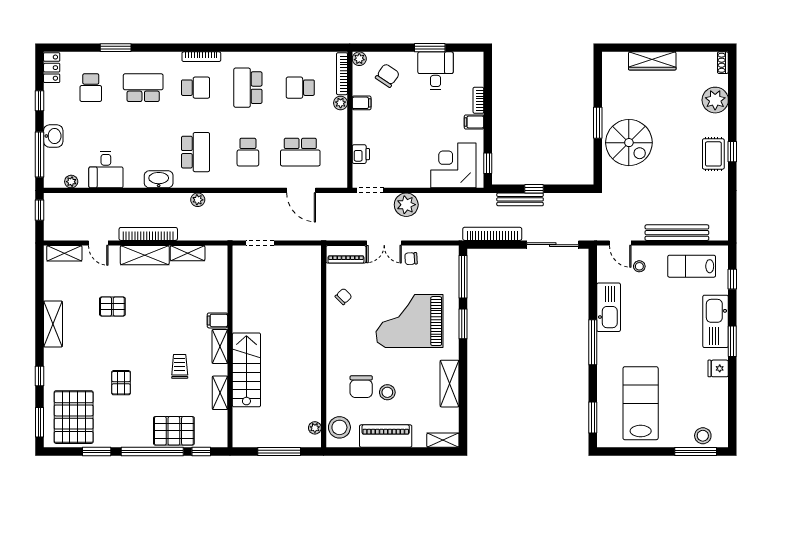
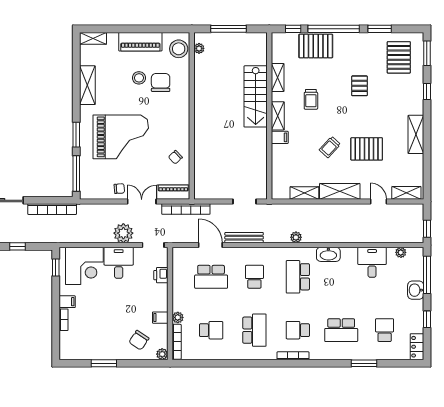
desk: (436, 71) -> (119, 263), moved, turned 180
school desk: (300, 152) -> (211, 277), turned 180
bench: (520, 199) -> (244, 238), moved
bookcase: (148, 234) -> (186, 209), moved
pallet: (112, 307) -> (367, 149), width x1.50, depth x1.42
trolley: (157, 309) -> (330, 147), added
pallet: (74, 417) -> (399, 57), width x0.73, depth x0.71

